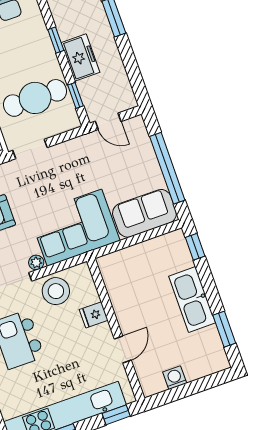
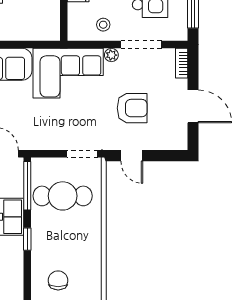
window: (75, 95) -> (27, 186), width x2.17
stool: (56, 291) -> (103, 25), width x0.53, depth x0.53

